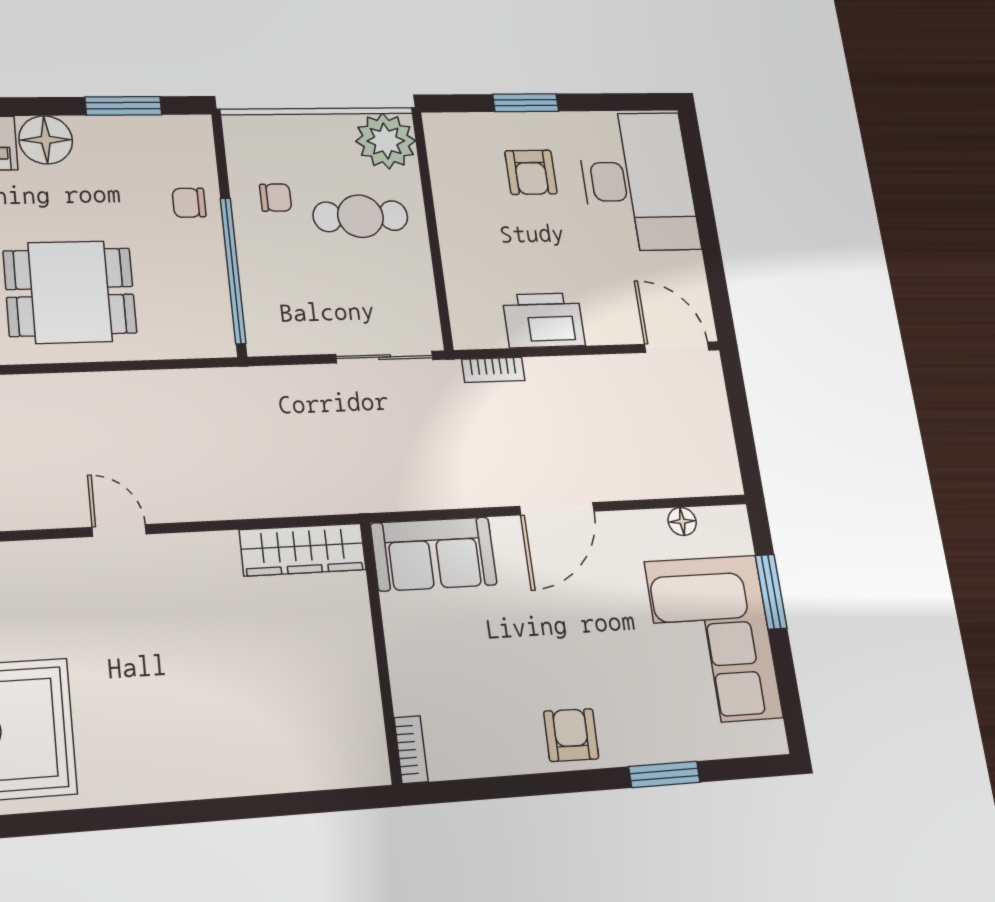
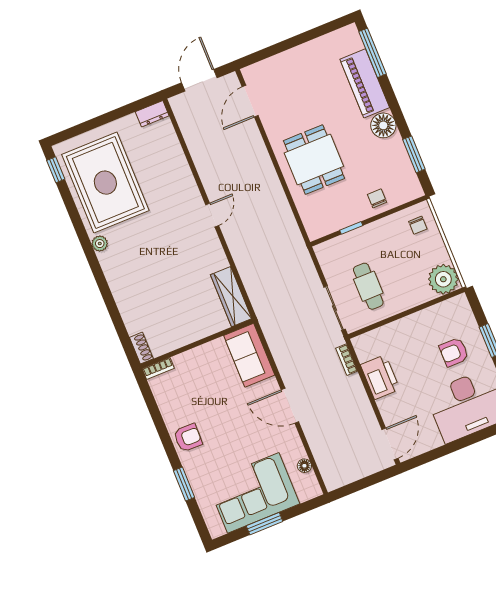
chair: (276, 198) -> (418, 225), moved
cafe table: (360, 216) -> (368, 286), moved
window: (233, 270) -> (351, 228), width x0.32
window: (771, 592) -> (265, 524), moved
shoe rack: (358, 771) -> (141, 348), added
plant: (104, 788) -> (100, 244), added

